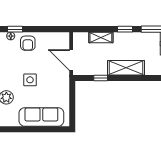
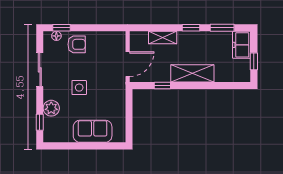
armchair: (28, 43) -> (77, 44), turned -90
door: (71, 60) -> (128, 64), swing flipped
sofa: (41, 117) -> (93, 131), width x0.73

